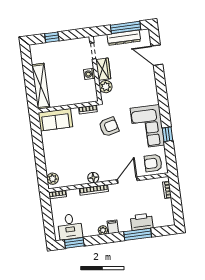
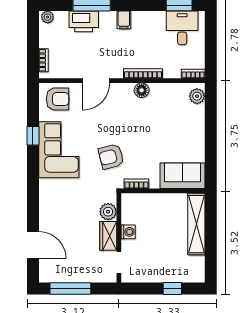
dresser: (124, 38) -> (75, 275), removed
plant: (103, 230) -> (48, 17), moved

